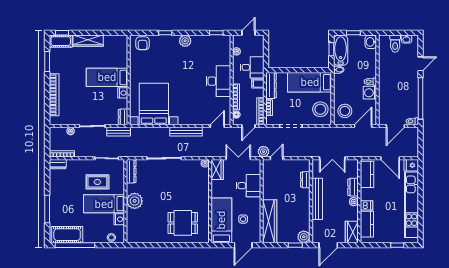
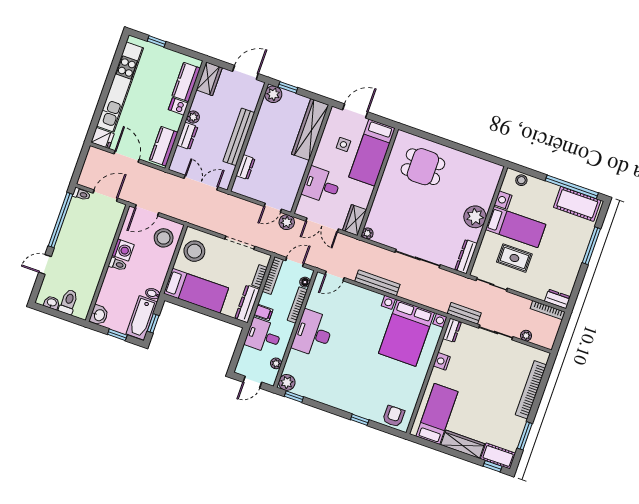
plant: (185, 41) -> (287, 382), moved
bed: (107, 77) -> (437, 414), moved, turned -90

